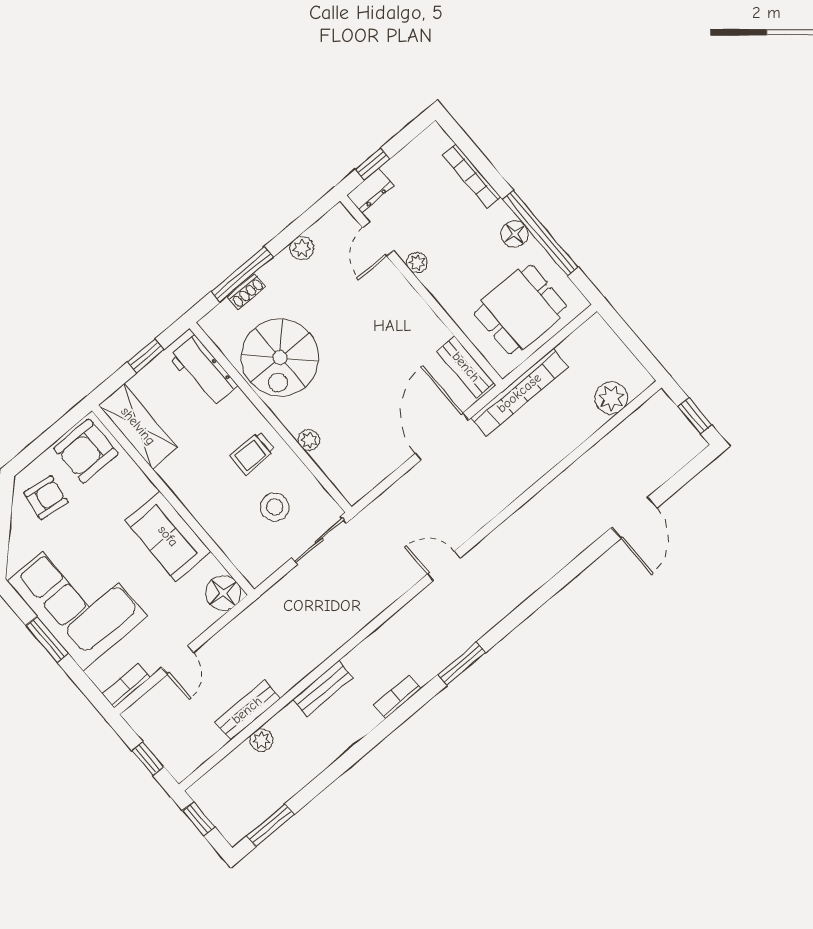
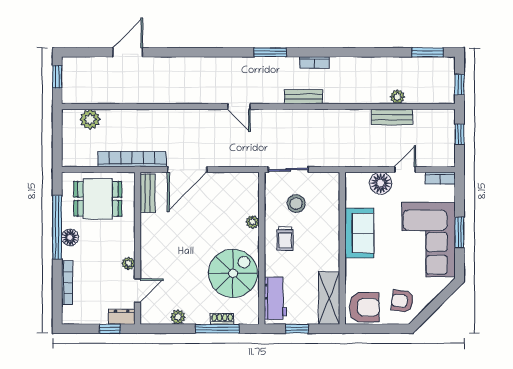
trolley: (252, 453) -> (285, 238), turned 90
floor lamp: (223, 593) -> (381, 183), moved
bench: (323, 689) -> (304, 97), moved

